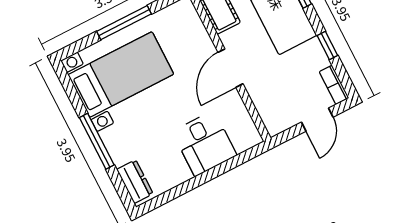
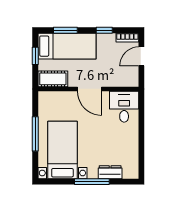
door: (317, 120) -> (141, 56), swing flipped
desk: (204, 143) -> (124, 107), moved, turned -90
dresser: (135, 182) -> (110, 172), moved

